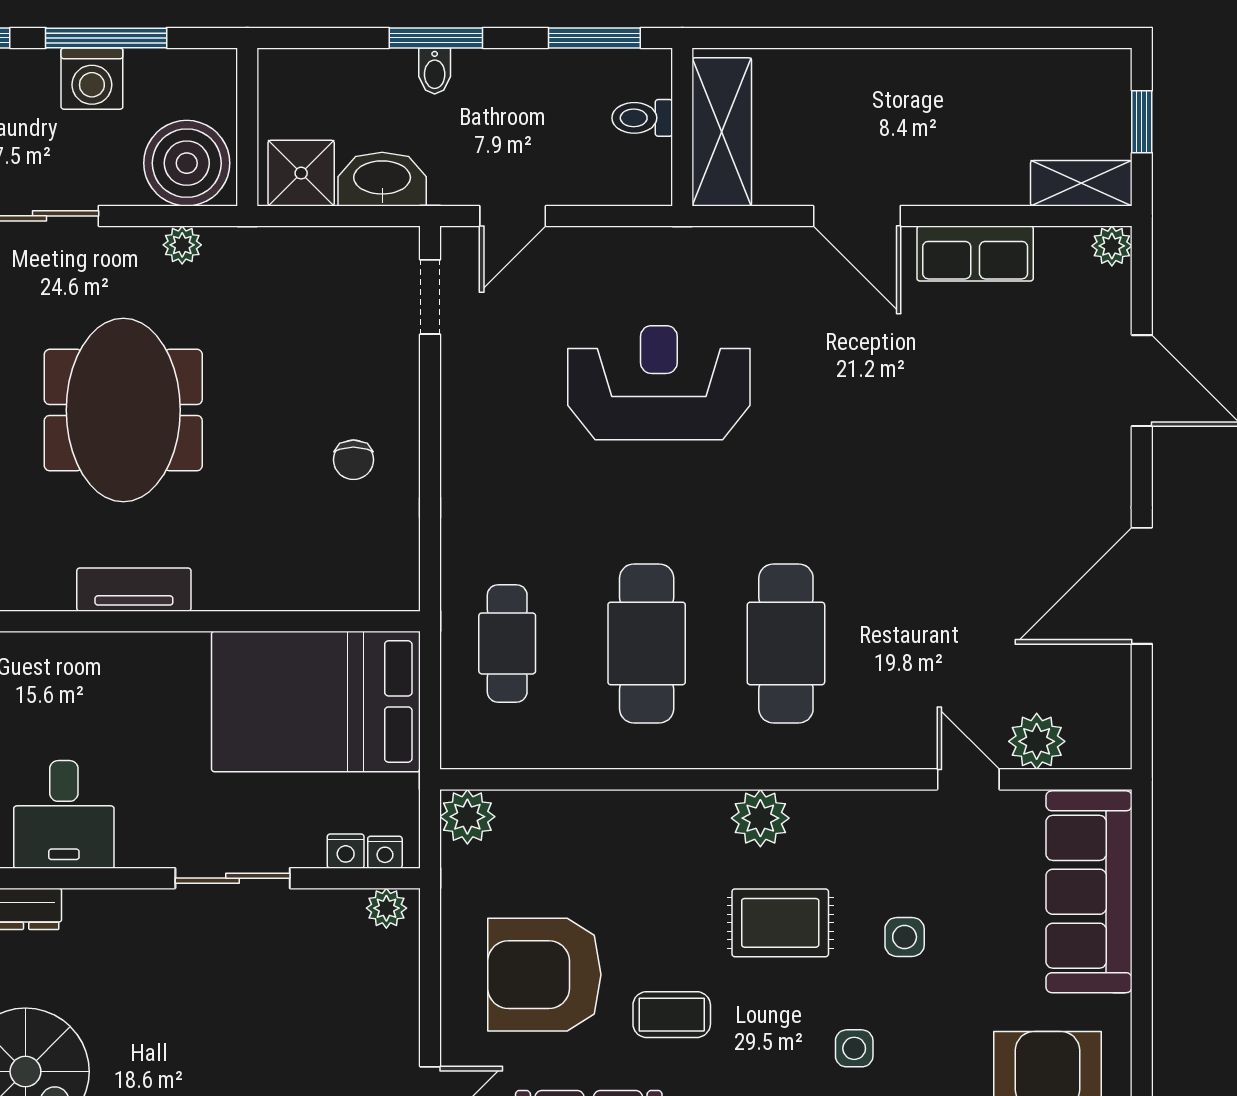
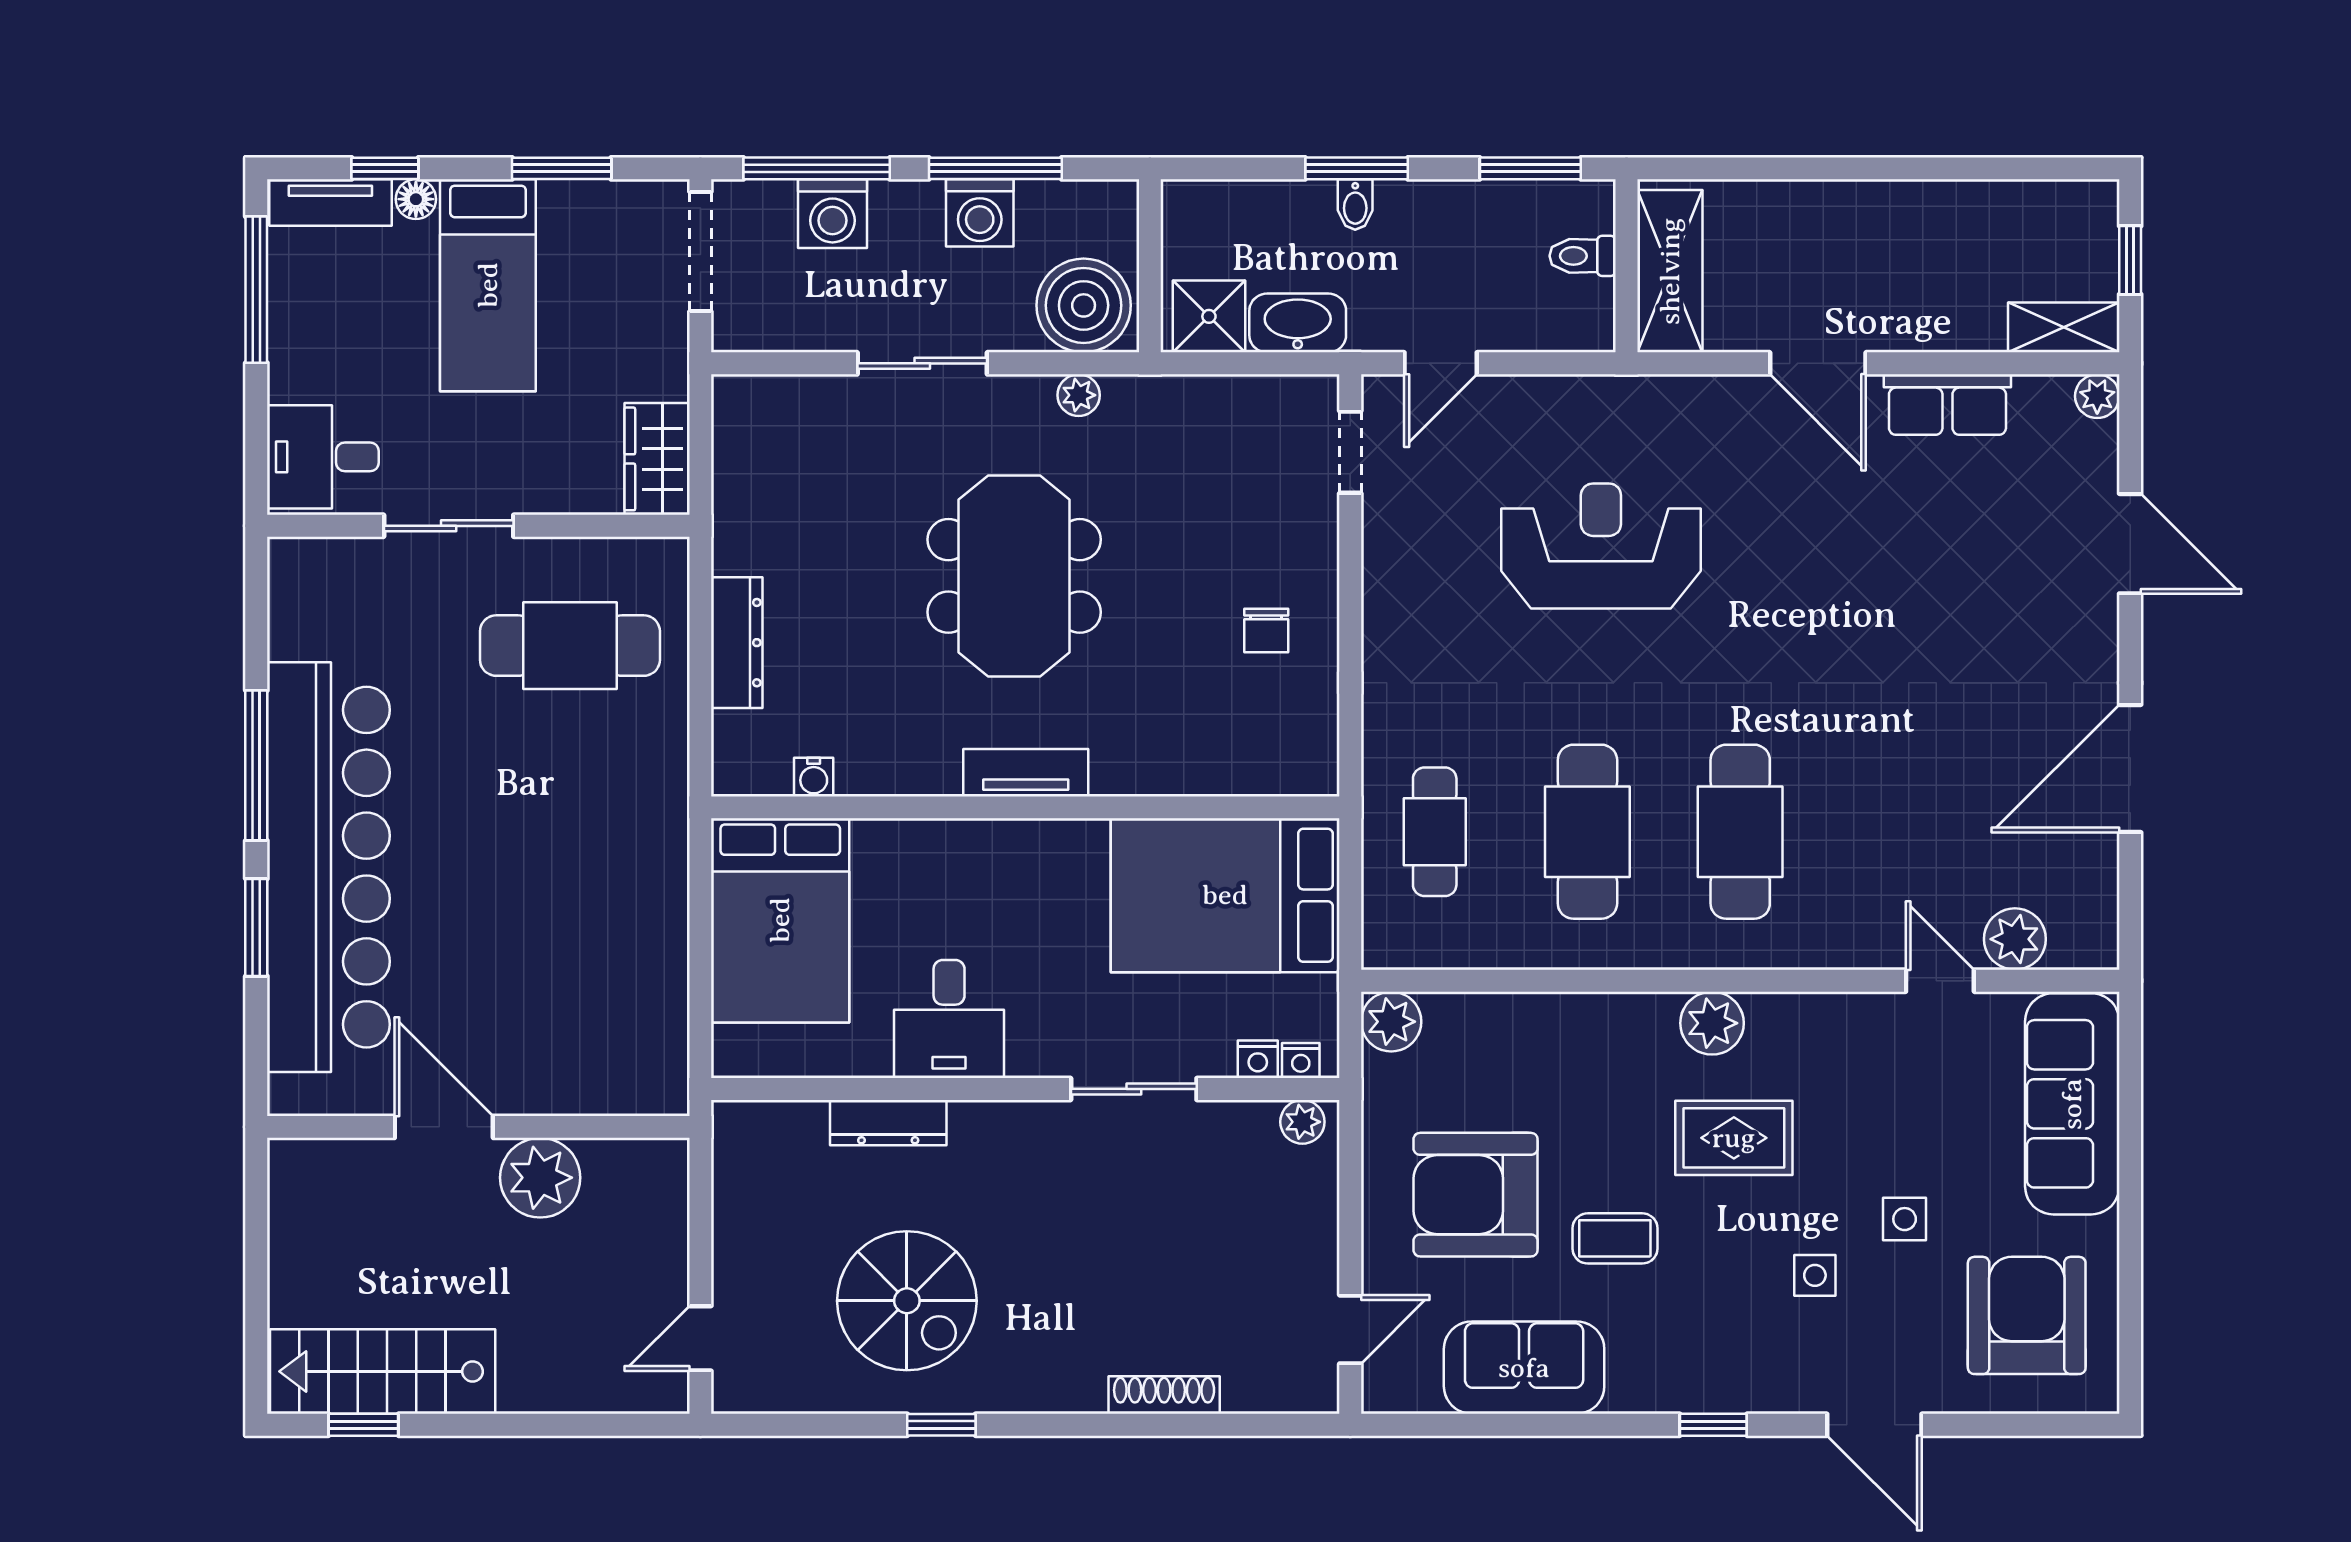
side table: (905, 937) -> (1905, 1219), moved

